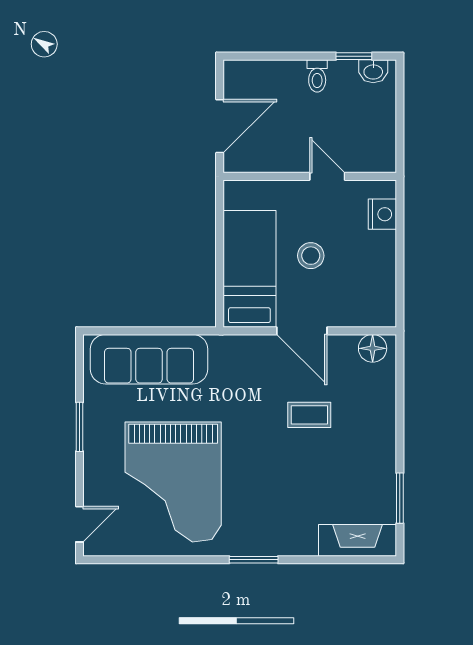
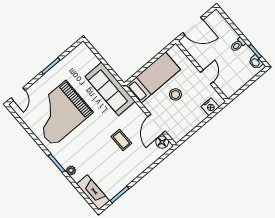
door: (302, 331) -> (157, 124), moved
sofa: (149, 359) -> (110, 89), moved
door: (79, 524) -> (18, 94), hinge flipped
plant: (288, 545) -> (71, 170), added

